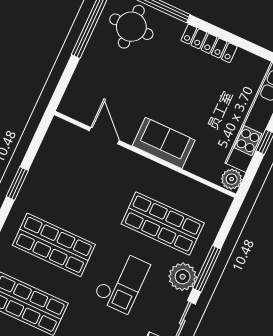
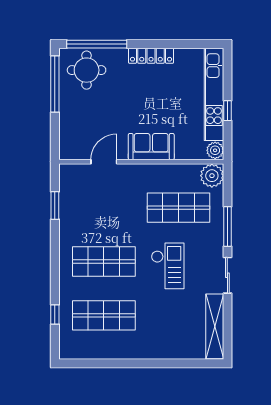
door: (104, 136) -> (104, 162), hinge flipped
window: (17, 183) -> (55, 205), moved
plant: (183, 277) -> (212, 176), moved

